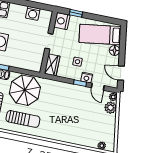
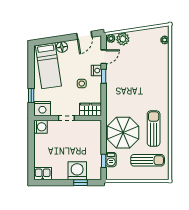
washing machine: (33, 13) -> (41, 127), moved

